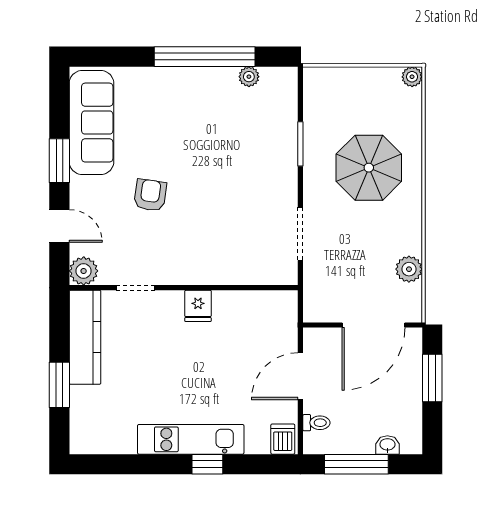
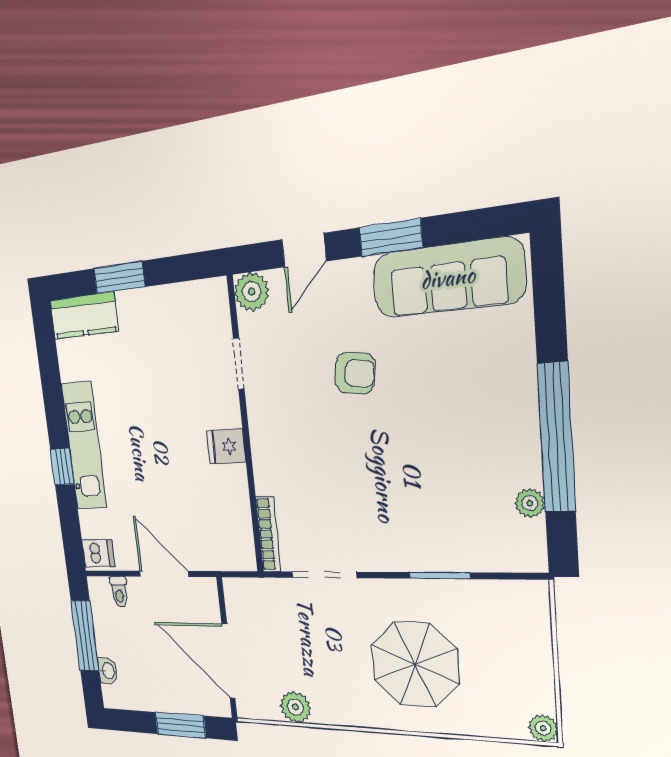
bookcase: (268, 278) -> (268, 534), added
kitchen counter: (85, 337) -> (84, 315), moved, width x0.67

